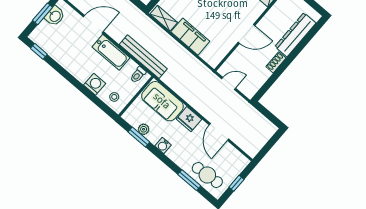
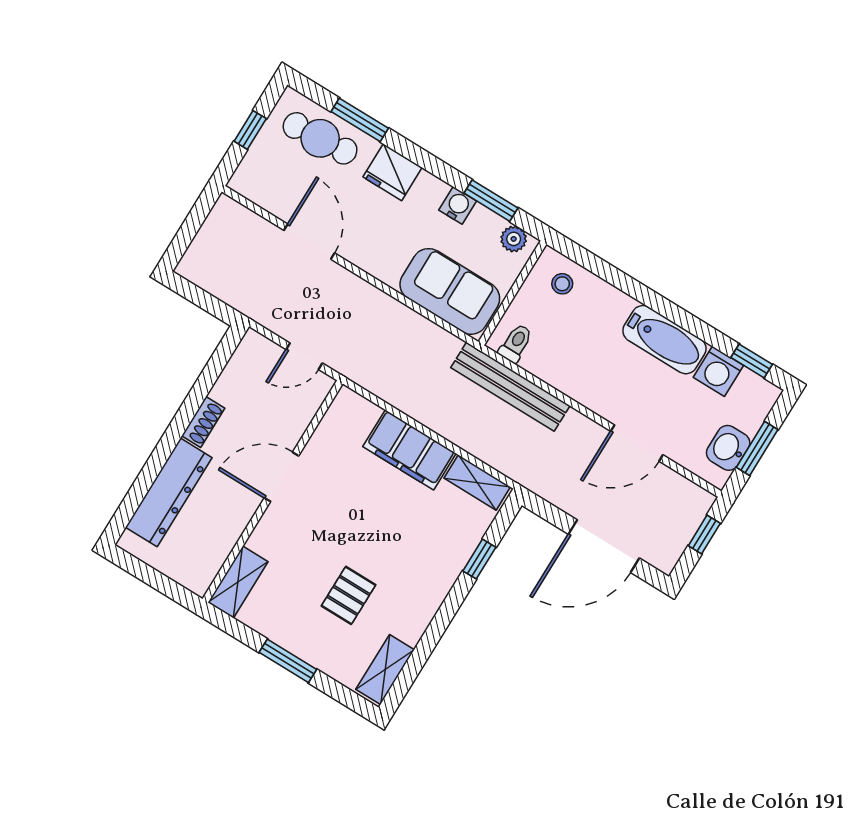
bathtub: (111, 52) -> (664, 340), moved, turned 180
washing machine: (95, 84) -> (718, 371), moved
fridge: (189, 119) -> (392, 172), moved, turned 180
plant: (144, 129) -> (514, 239), moved
water cooler: (163, 146) -> (458, 206), moved

